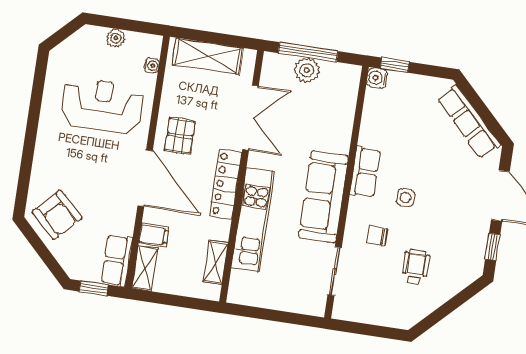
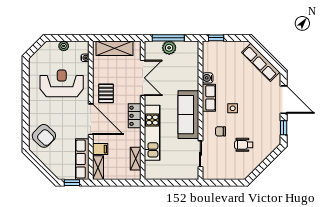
water cooler: (377, 78) -> (208, 78), moved
locker: (226, 184) -> (135, 116), width x0.66
armchair: (57, 215) -> (44, 136), moved
row of seats: (117, 260) -> (82, 159), width x1.48
wheelchair: (416, 267) -> (244, 145), turned -90

